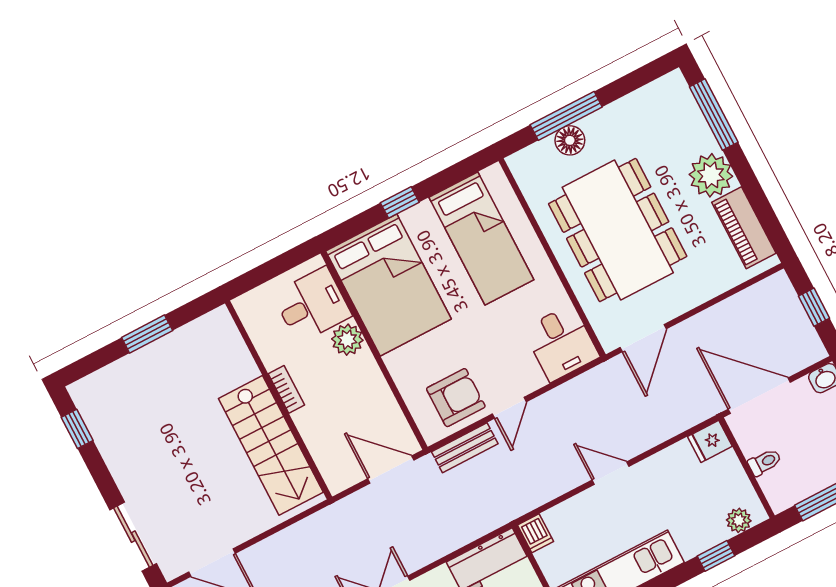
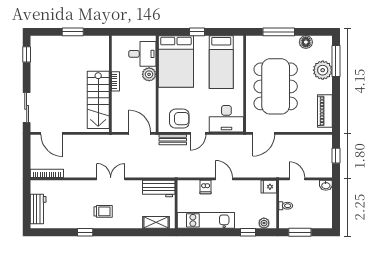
floor lamp: (570, 140) -> (306, 42), moved
plant: (711, 175) -> (323, 70), moved
desk: (561, 343) -> (226, 119), width x1.37
door: (759, 396) -> (297, 179), width x0.53
dishwasher: (535, 533) -> (205, 187), moved

